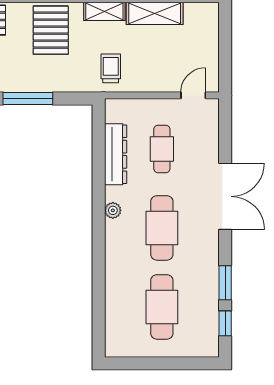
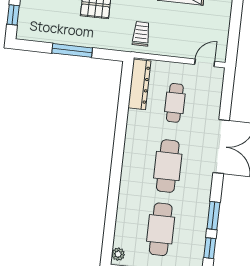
dresser: (116, 154) -> (139, 84), moved
plant: (113, 210) -> (118, 254), moved

